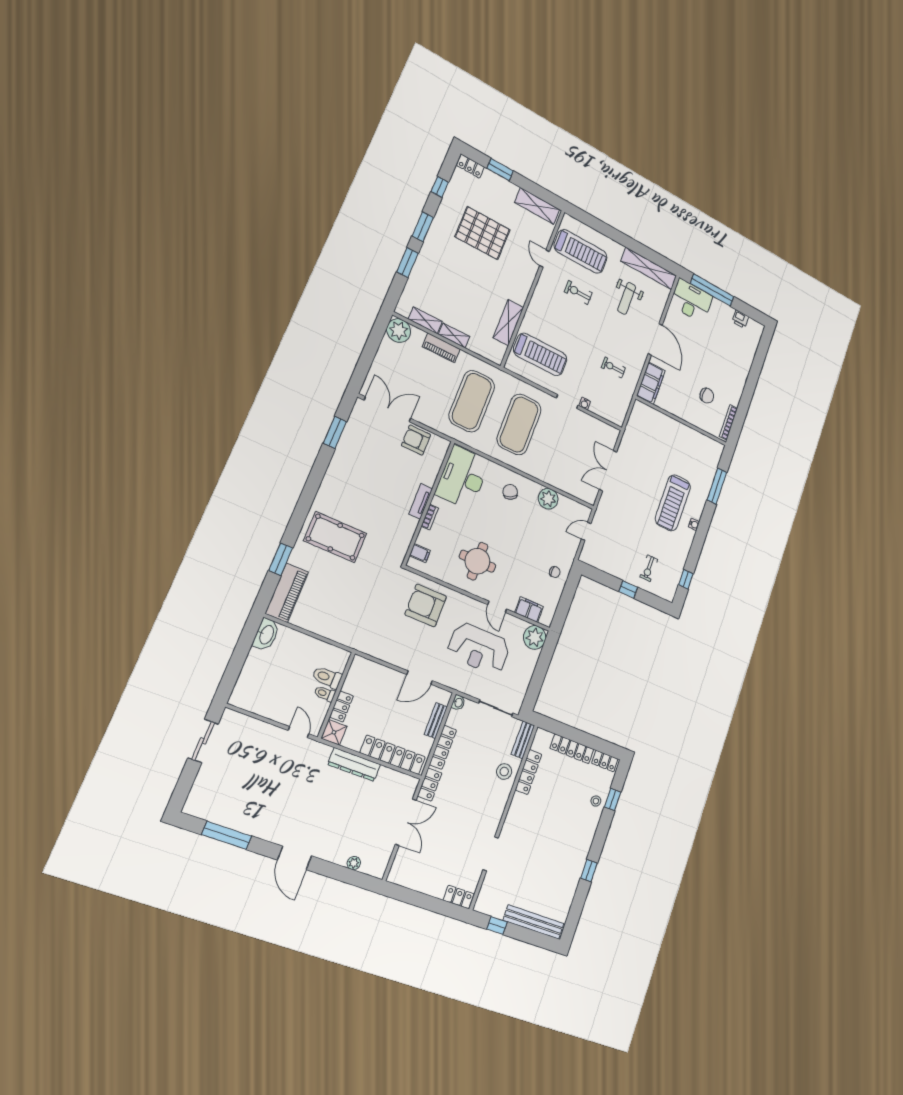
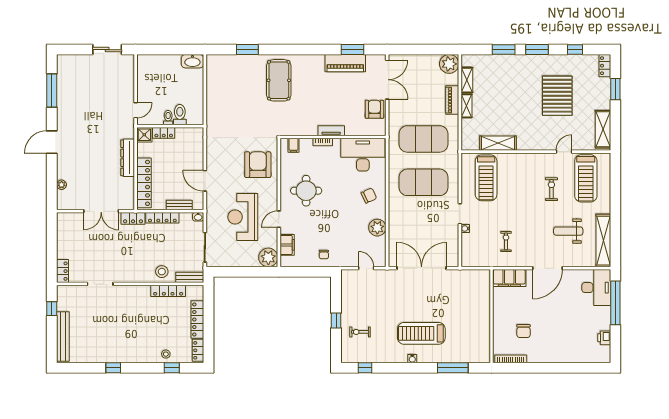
double door: (608, 471) -> (422, 268), width x1.36
piano: (287, 593) -> (345, 63), moved

